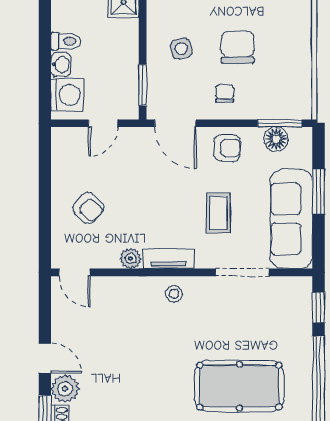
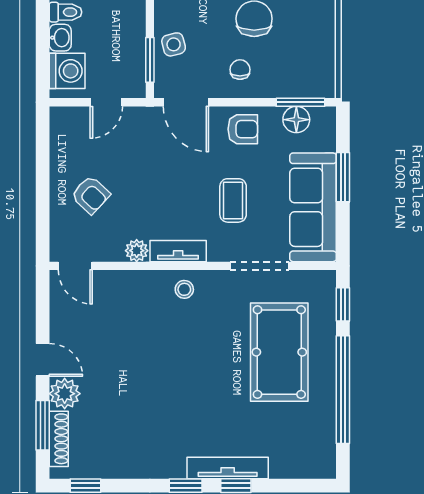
side table: (181, 49) -> (174, 44), moved
pool table: (239, 386) -> (279, 352), moved, turned 90

